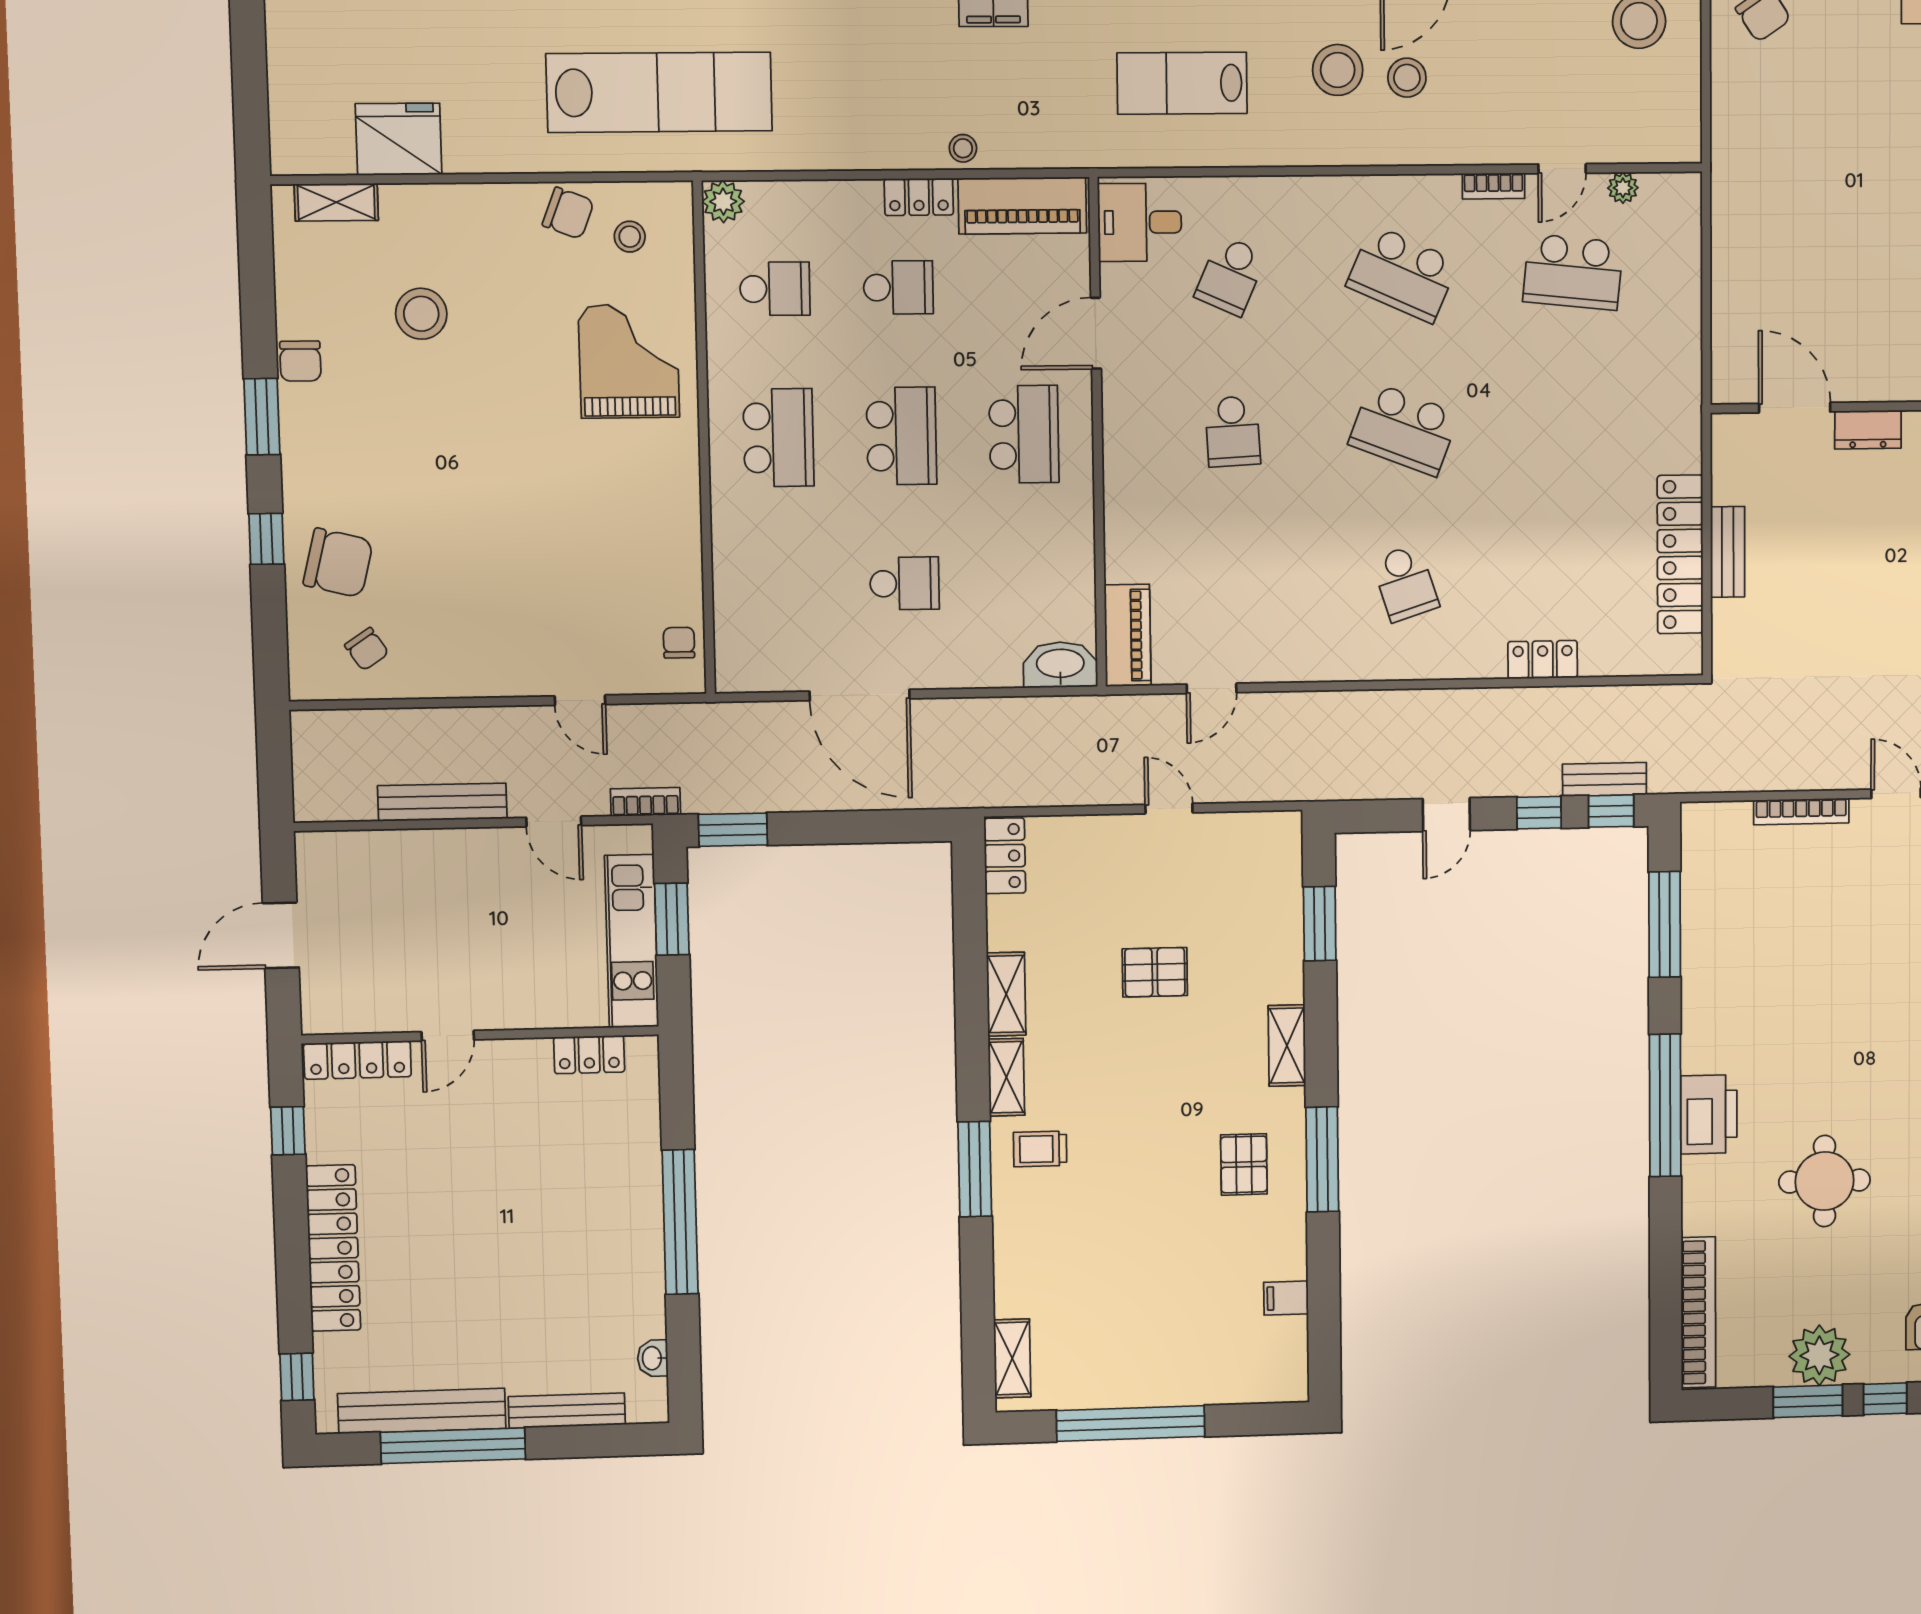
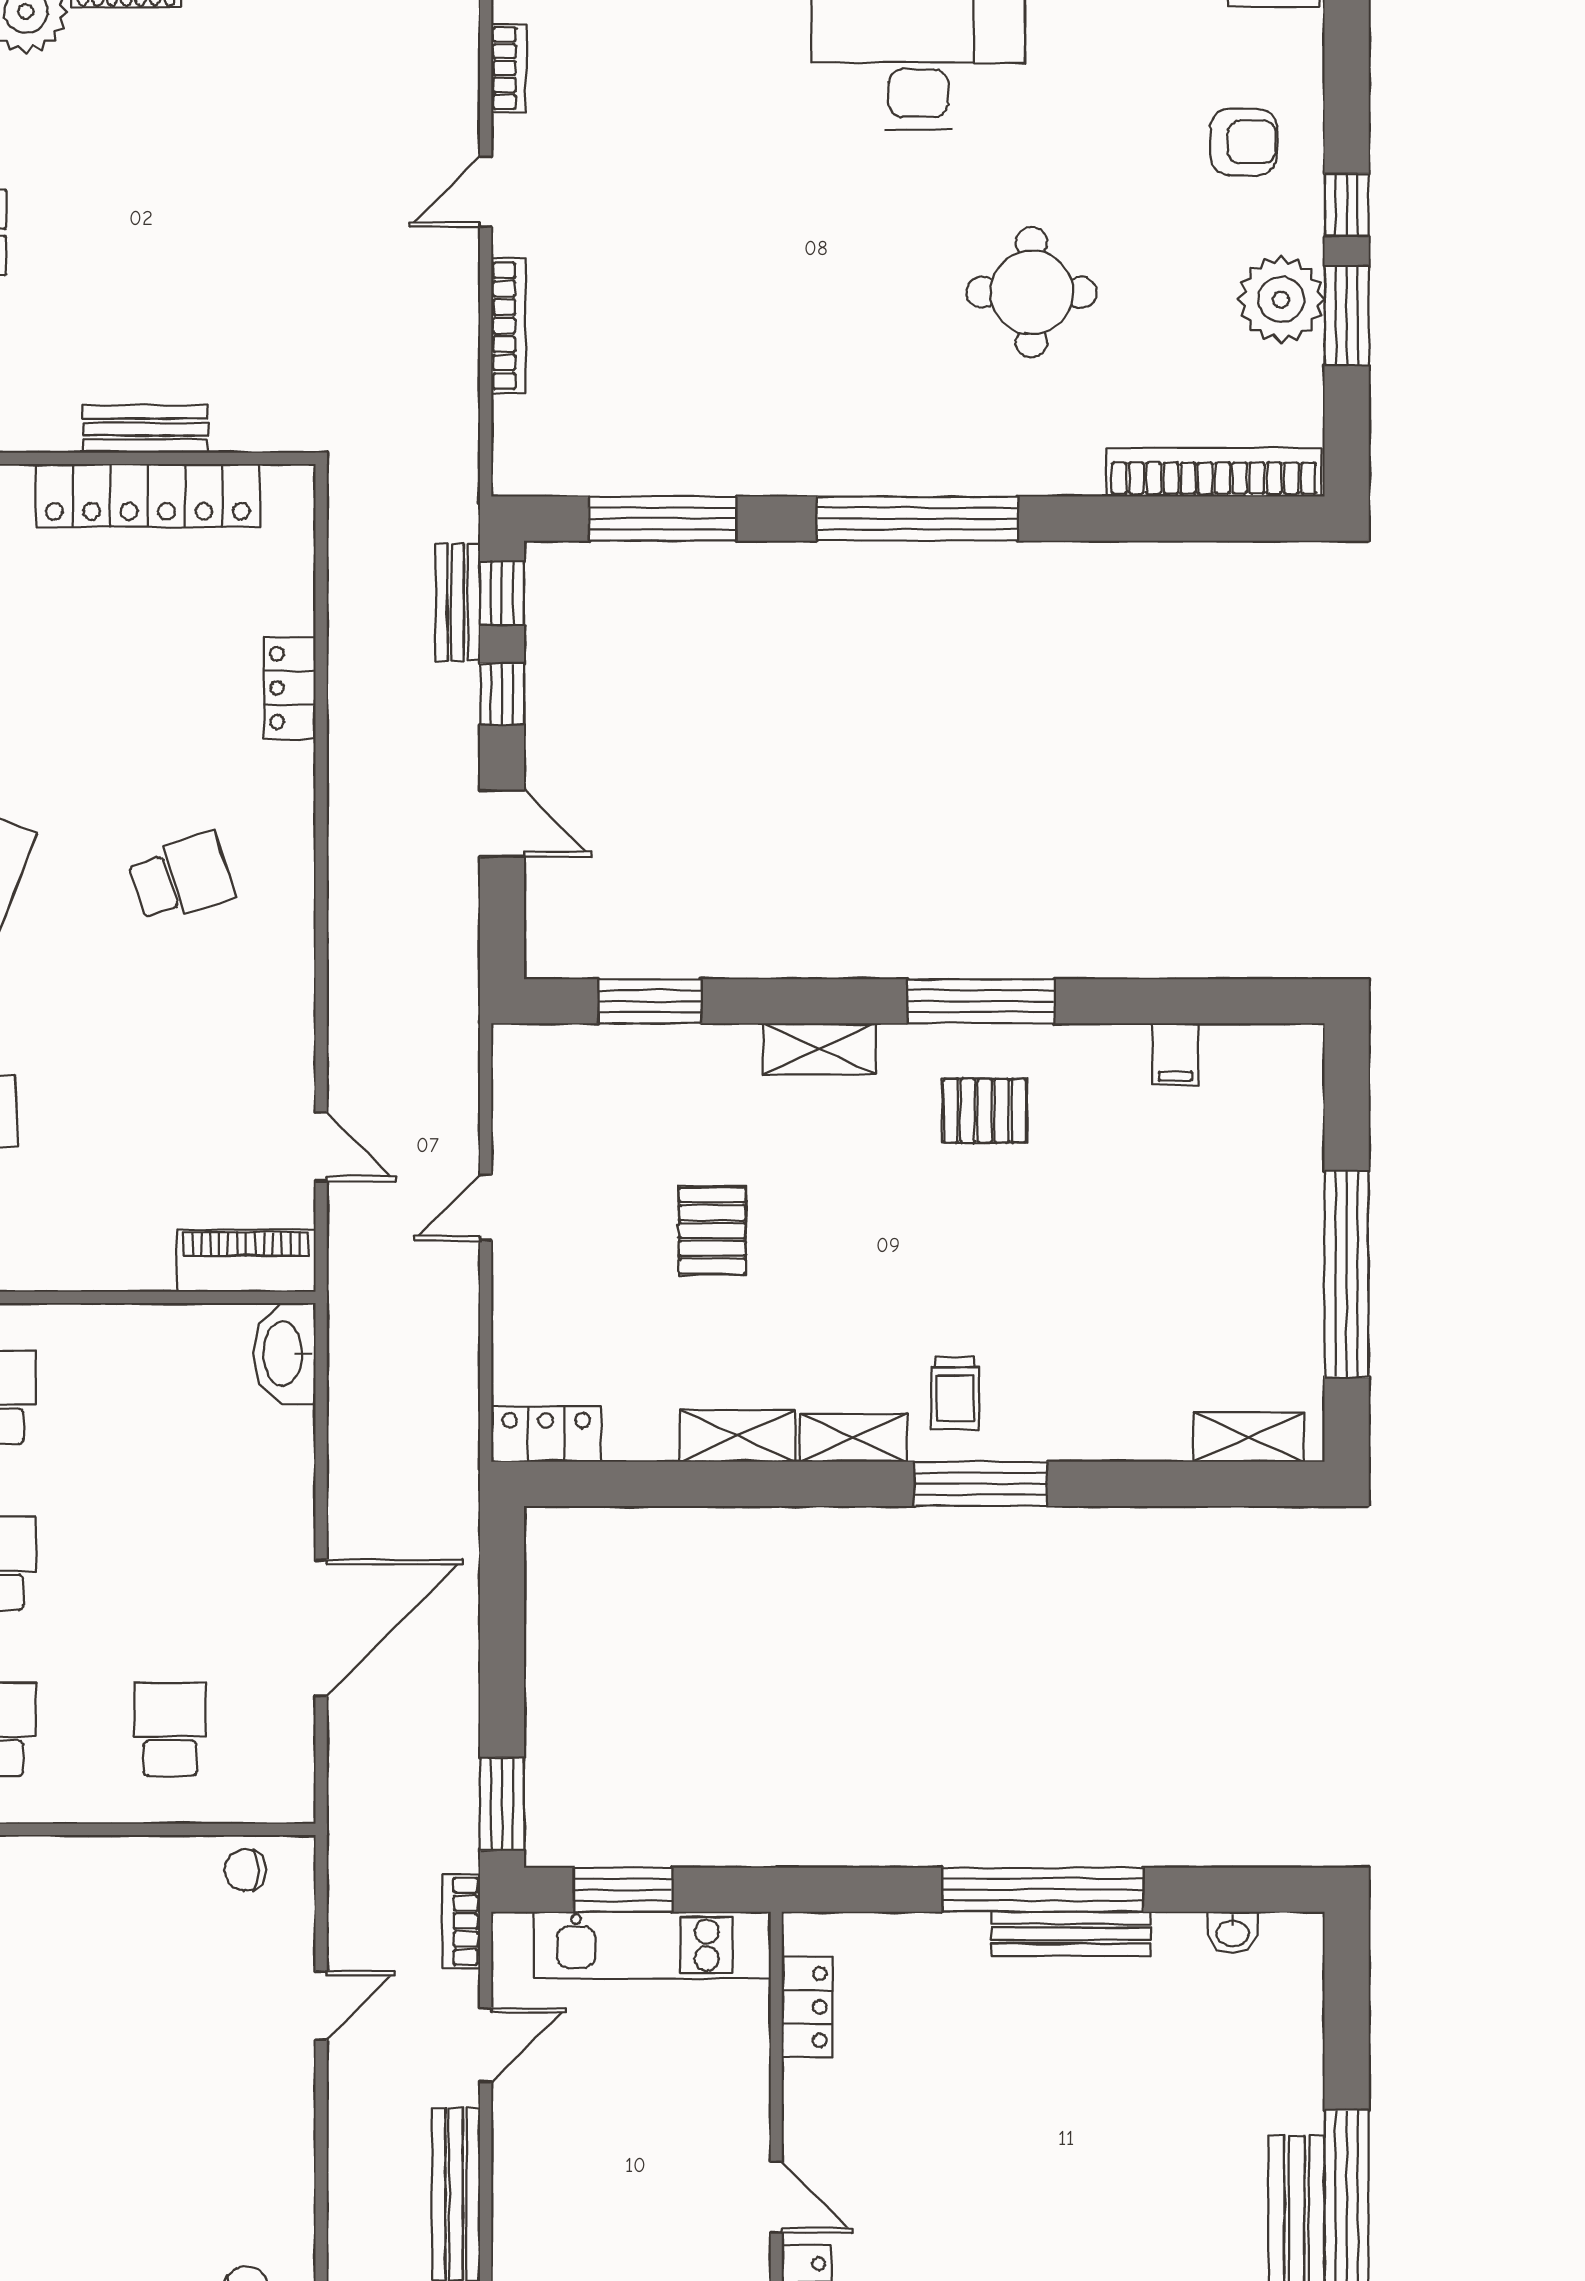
school desk: (905, 583) -> (170, 1729), moved
printer: (1709, 1114) -> (932, 457), removed
bench: (567, 1411) -> (1071, 1934), moved, turned 90

